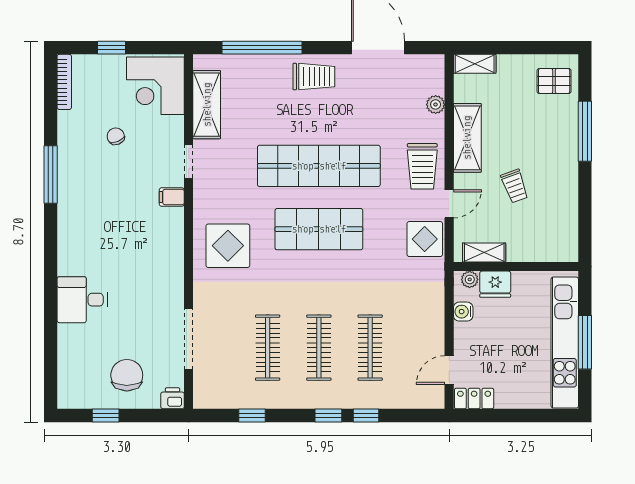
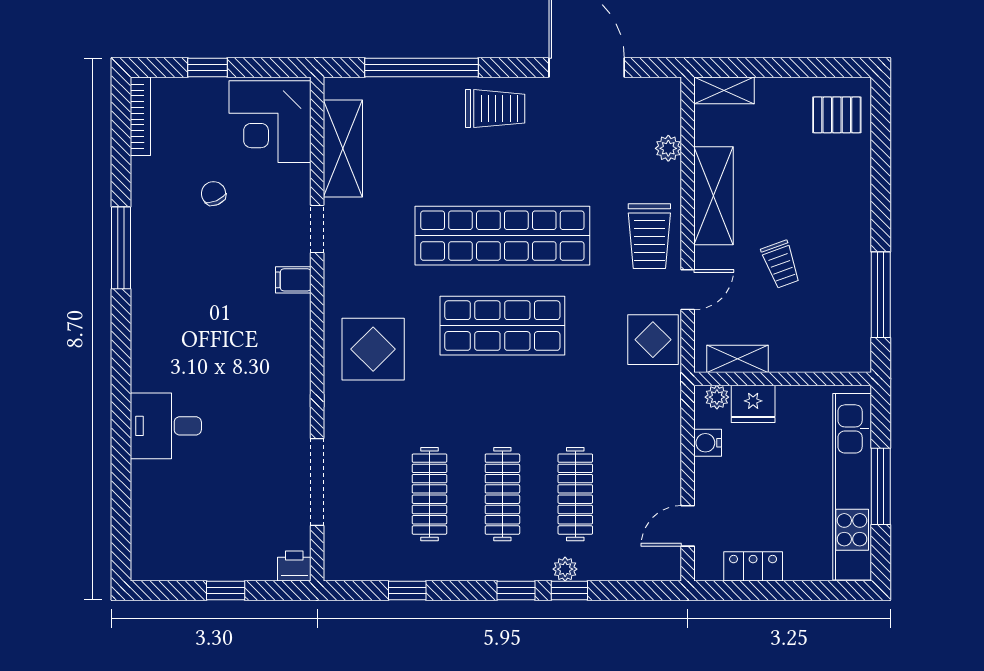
window: (585, 131) -> (881, 295), moved
chair: (127, 375) -> (229, 533), removed
locker: (474, 399) -> (753, 566), moved
plant: (363, 400) -> (565, 569), added
window: (106, 415) -> (226, 591), moved

